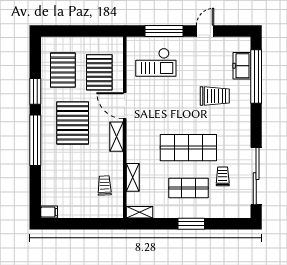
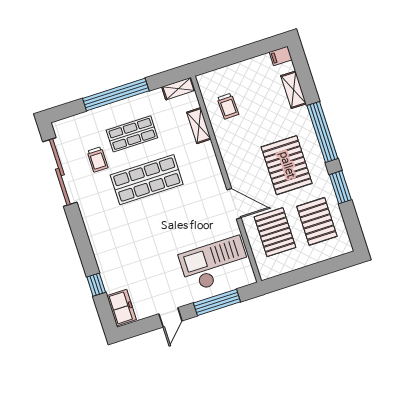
checkout: (156, 62) -> (215, 264), width x1.36, depth x1.21
freezer: (242, 66) -> (122, 308), moved
window: (256, 76) -> (96, 285), width x0.32
trolley: (215, 96) -> (136, 247), removed
shelving: (116, 137) -> (294, 90), moved
window: (191, 224) -> (116, 95), width x2.11

